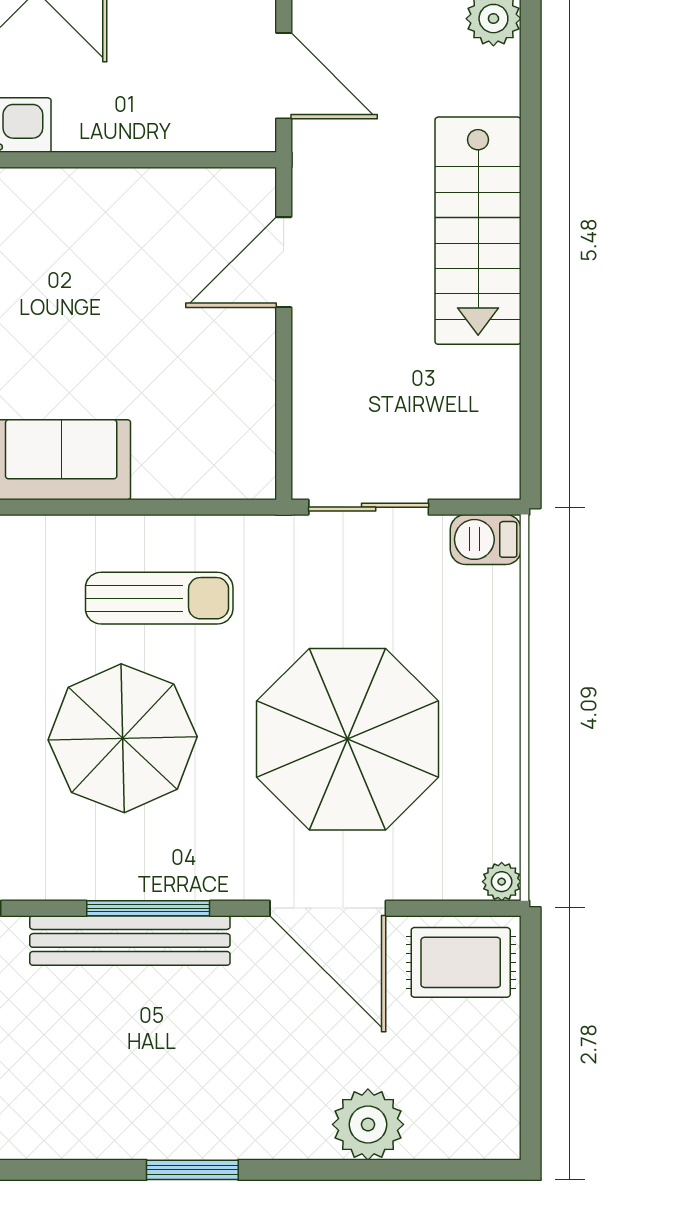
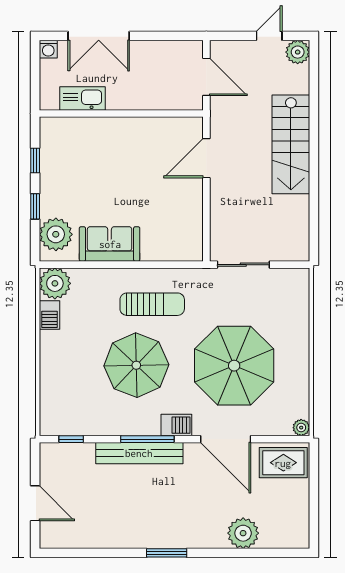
barbecue: (486, 539) -> (176, 425), moved, turned 180

